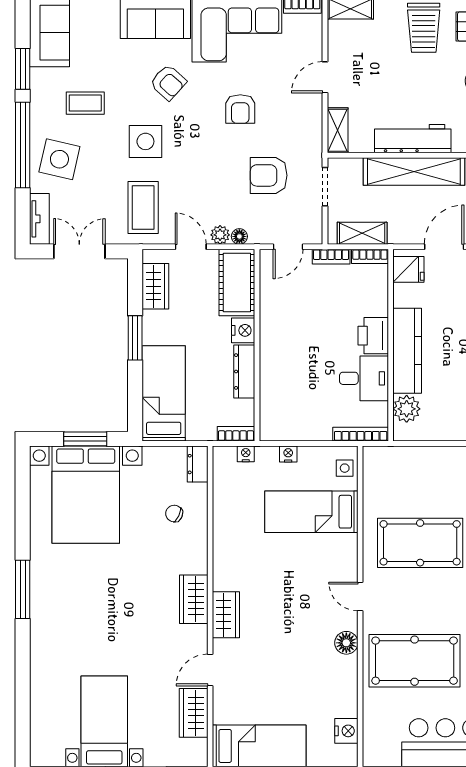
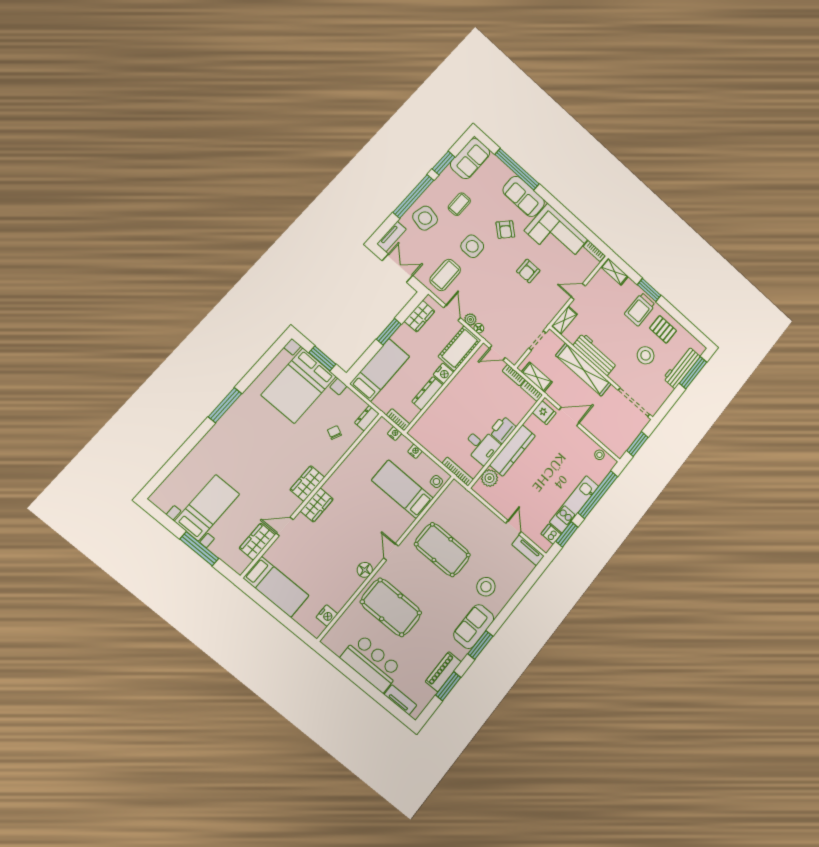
coffee table: (85, 103) -> (459, 204), turned 90
armchair: (269, 175) -> (516, 312), removed

